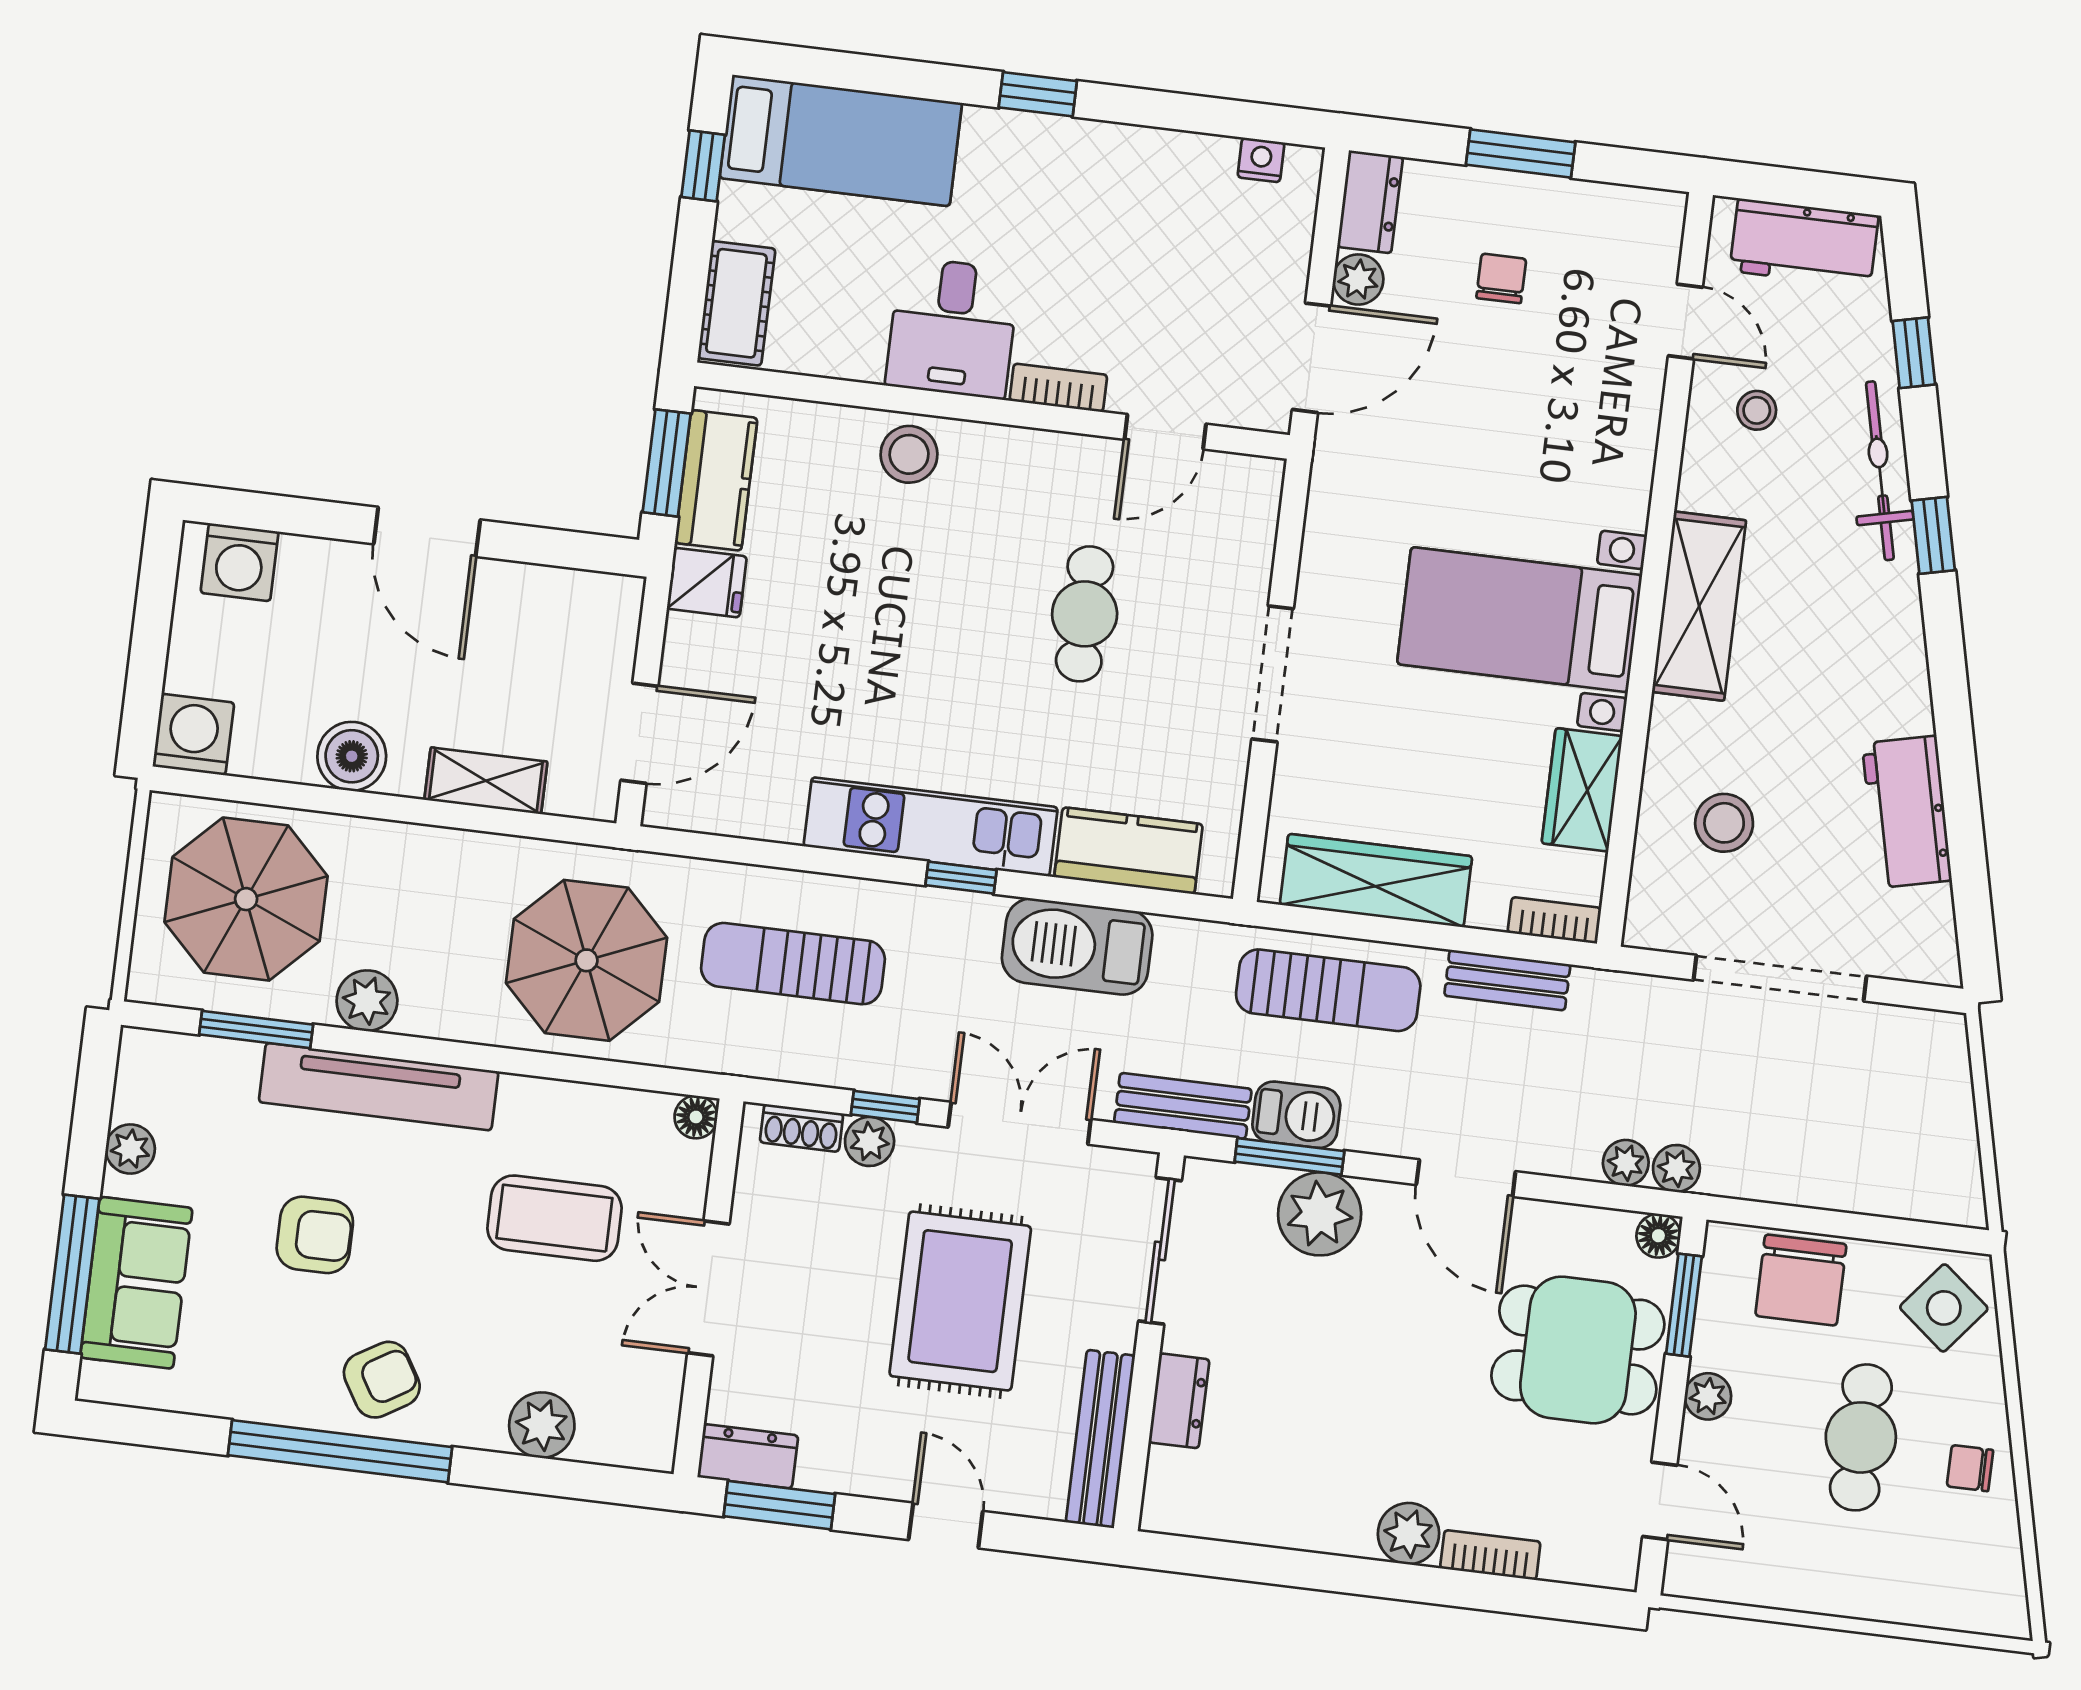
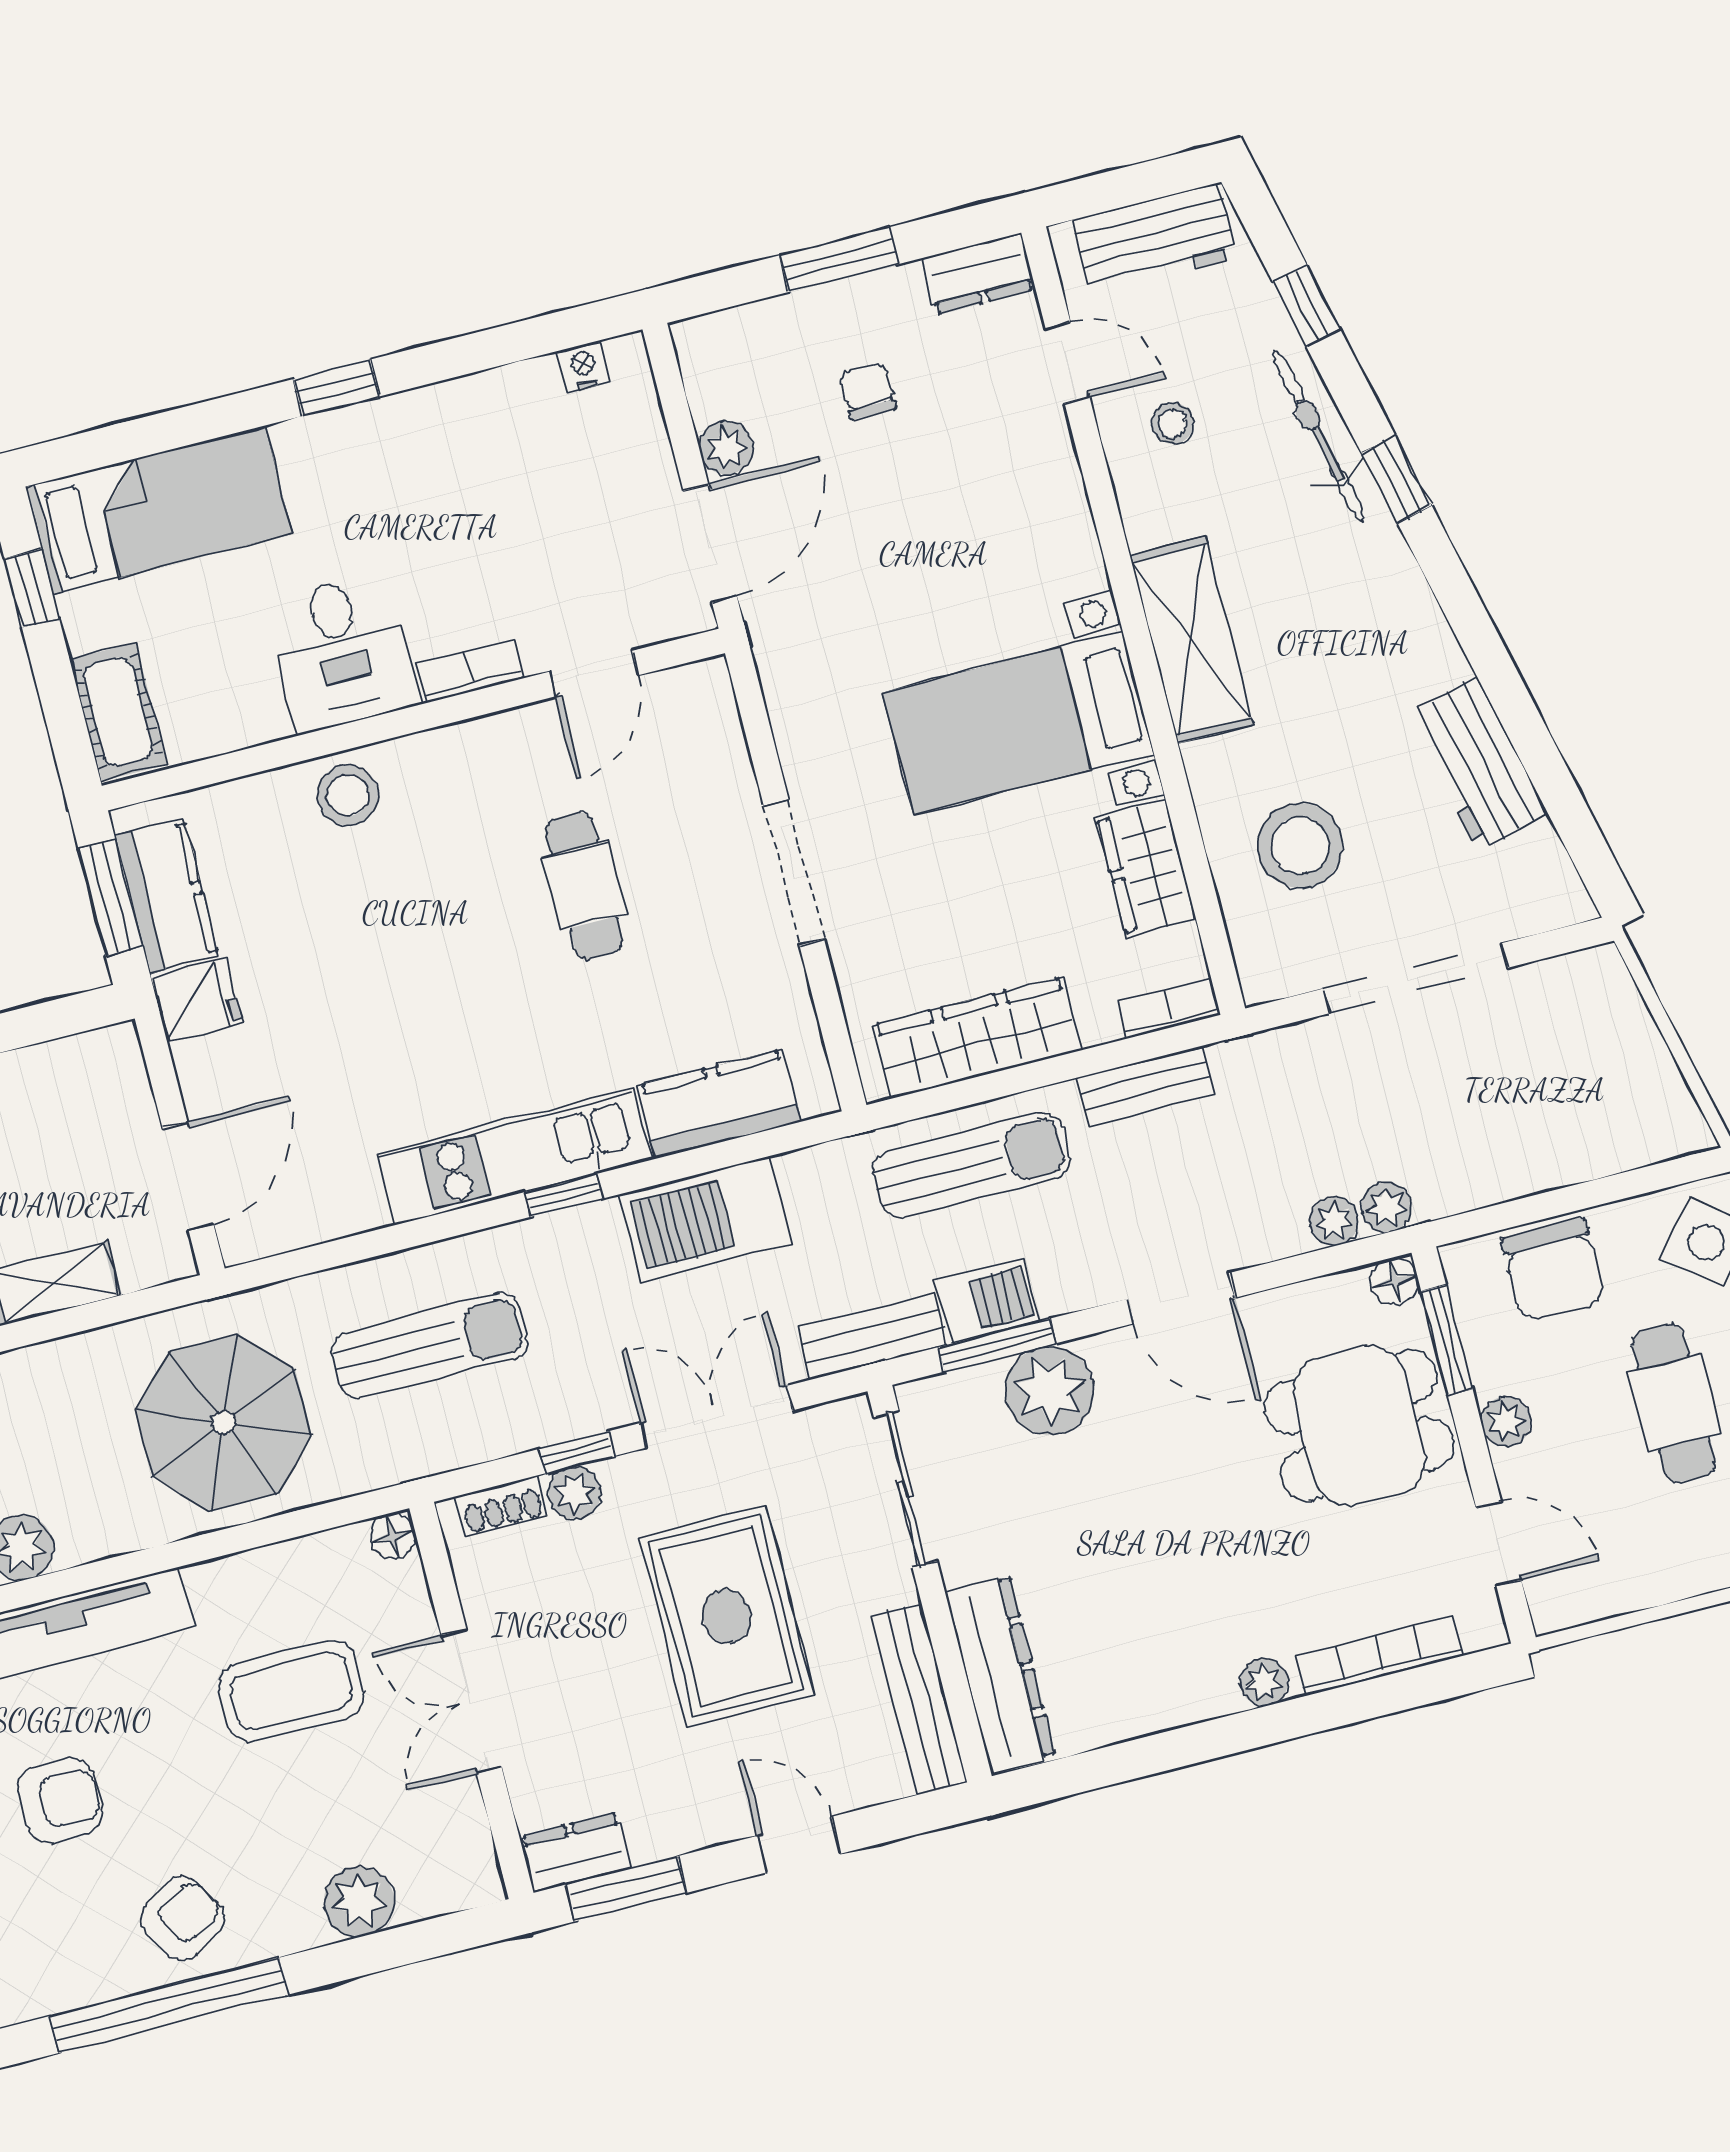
dresser: (1370, 202) -> (978, 274), moved, turned 90
stool: (1724, 823) -> (1300, 846), width x1.38, depth x1.38
sun lounger: (793, 964) -> (430, 1346), turned 180
dresser: (1179, 1401) -> (1000, 1674), width x1.96, depth x1.24
plant: (1408, 1534) -> (1264, 1682), width x0.73, depth x0.73
bookcase: (1490, 1555) -> (1379, 1656), width x1.56

